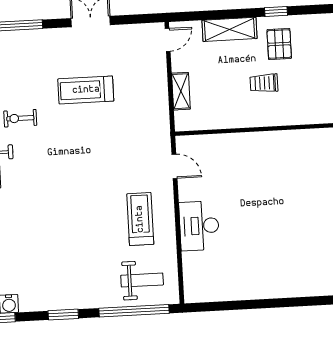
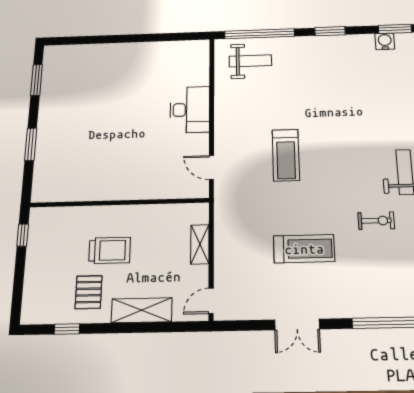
window: (276, 12) -> (67, 329), moved
trolley: (264, 83) -> (110, 250), width x1.36, depth x1.39
treadmill: (140, 219) -> (286, 155), moved
weight bench: (142, 280) -> (250, 61), turned 180

